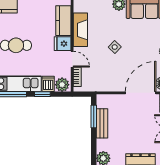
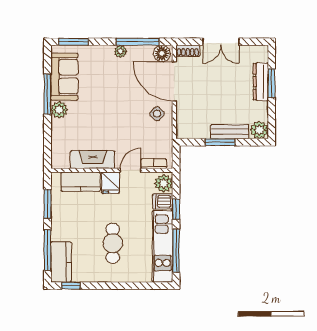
side table: (115, 47) -> (157, 114), moved
window: (94, 116) -> (220, 142), moved
bench: (102, 123) -> (230, 132), moved

